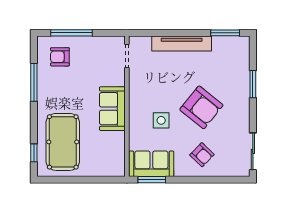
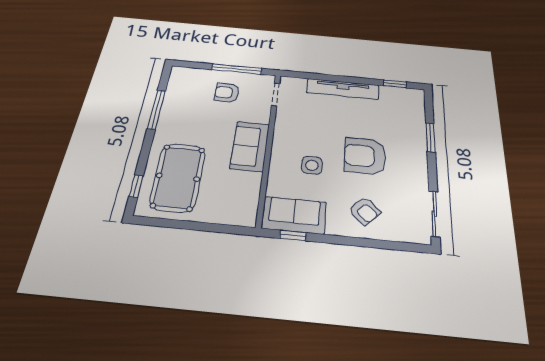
window: (72, 33) -> (237, 69), moved
window: (225, 33) -> (395, 84), width x0.67
armchair: (60, 57) -> (227, 93), moved
armchair: (201, 107) -> (365, 156), turned 141
window: (152, 180) -> (293, 236), width x0.67

